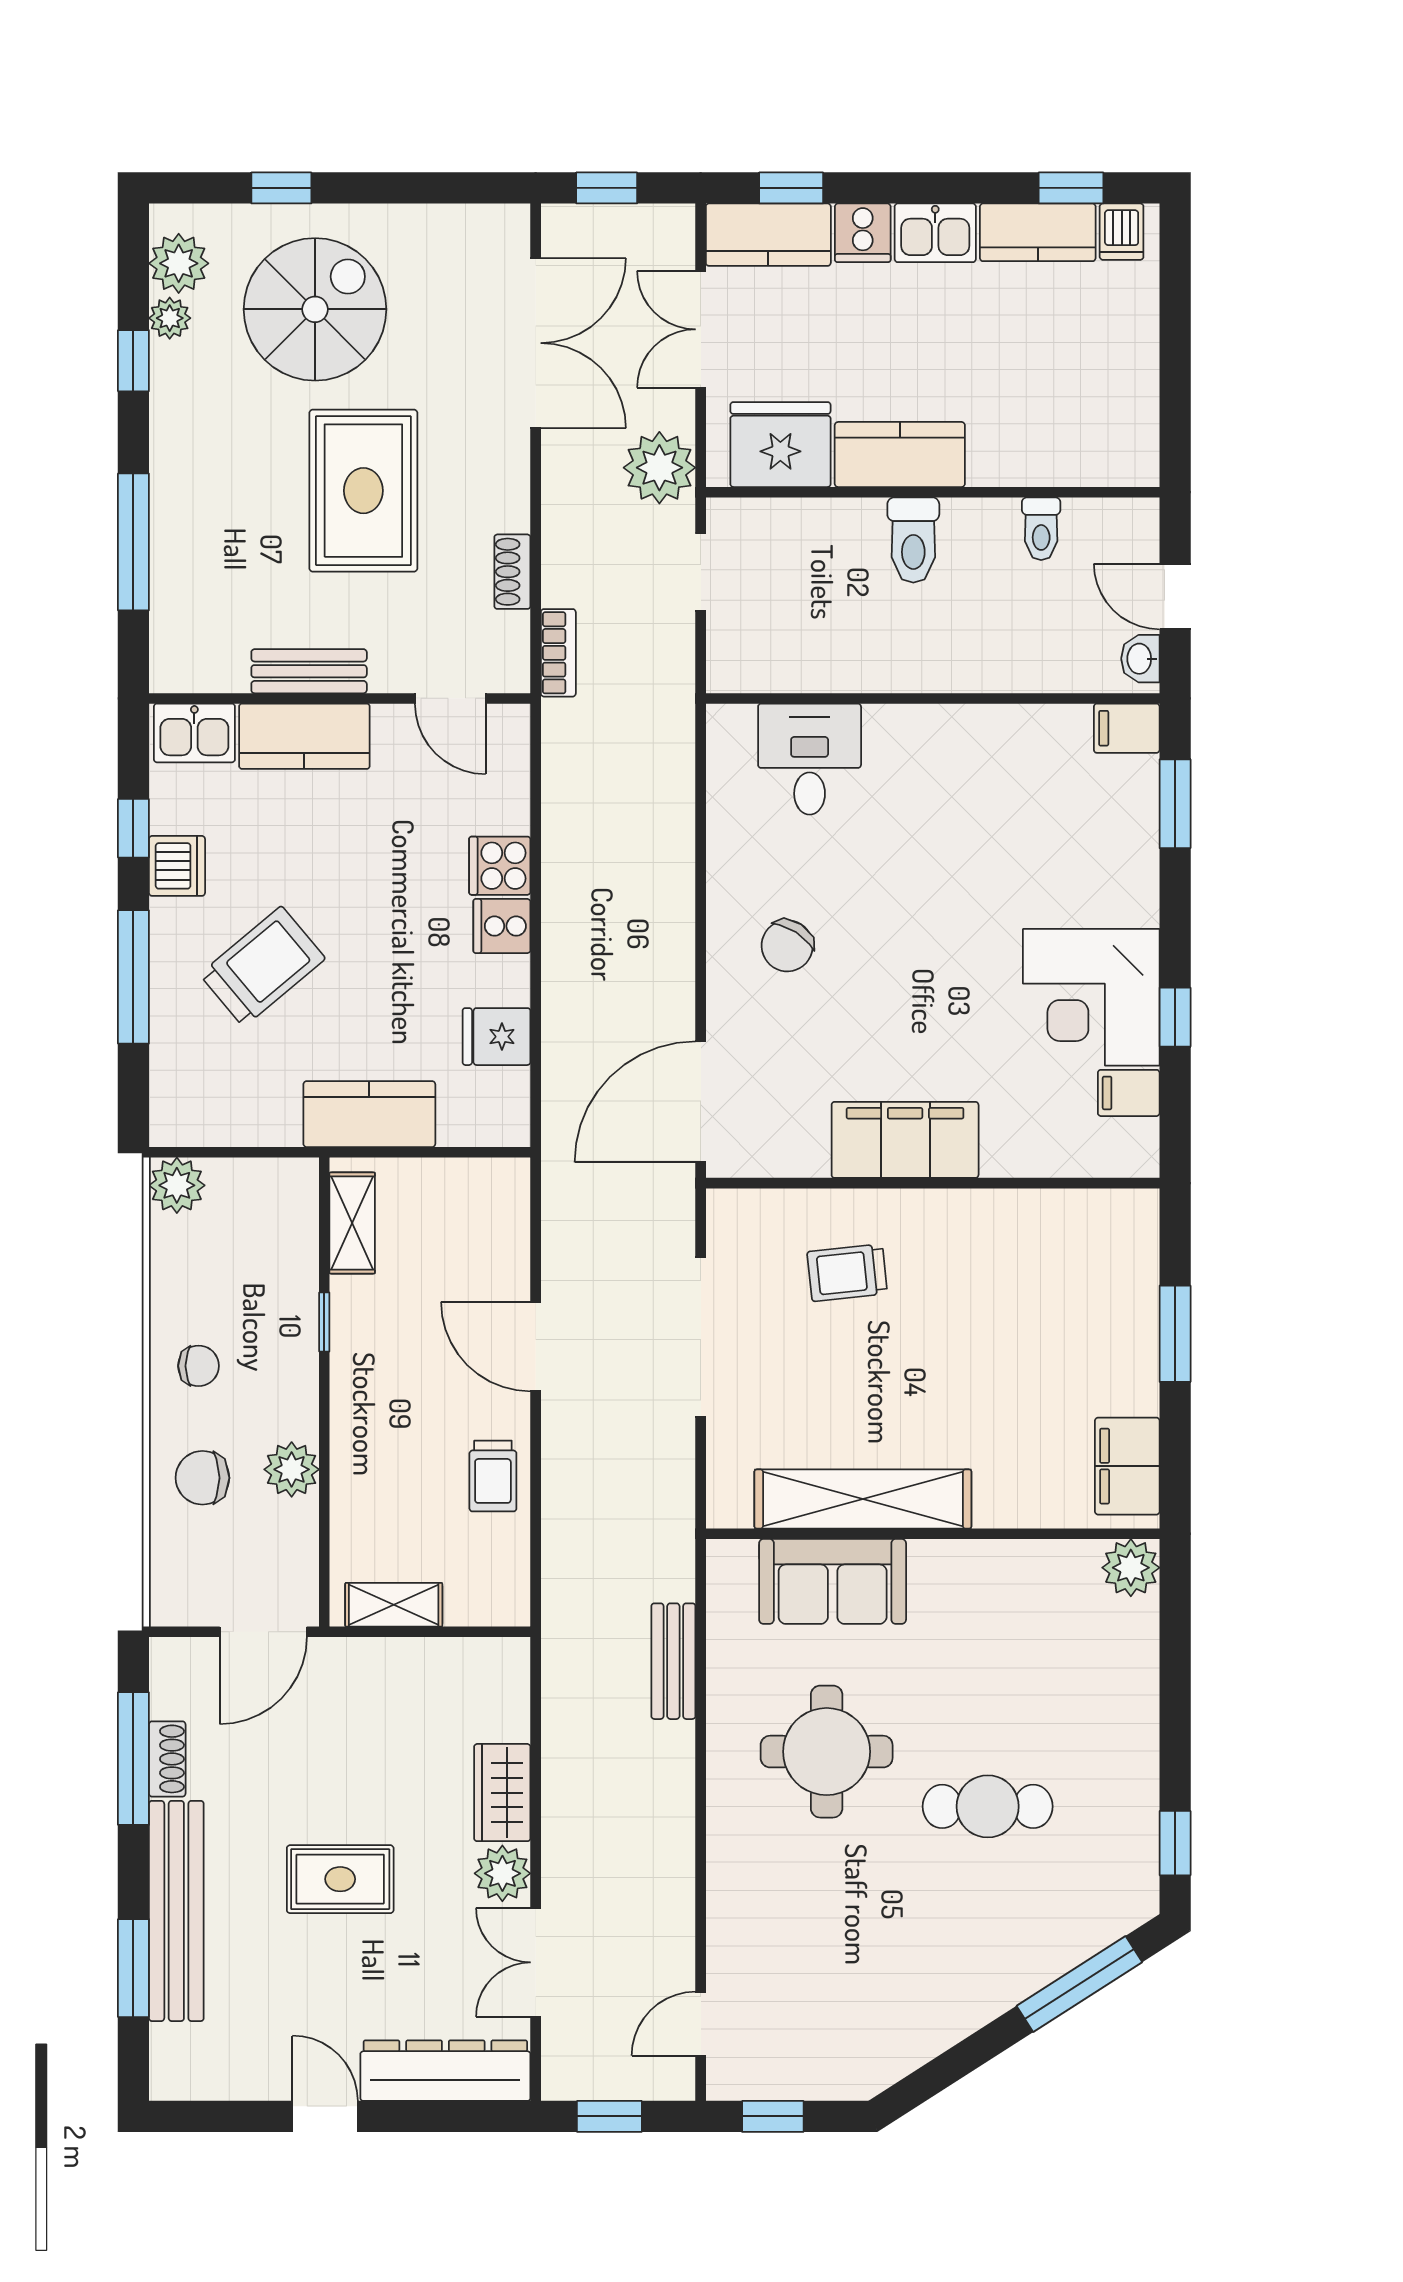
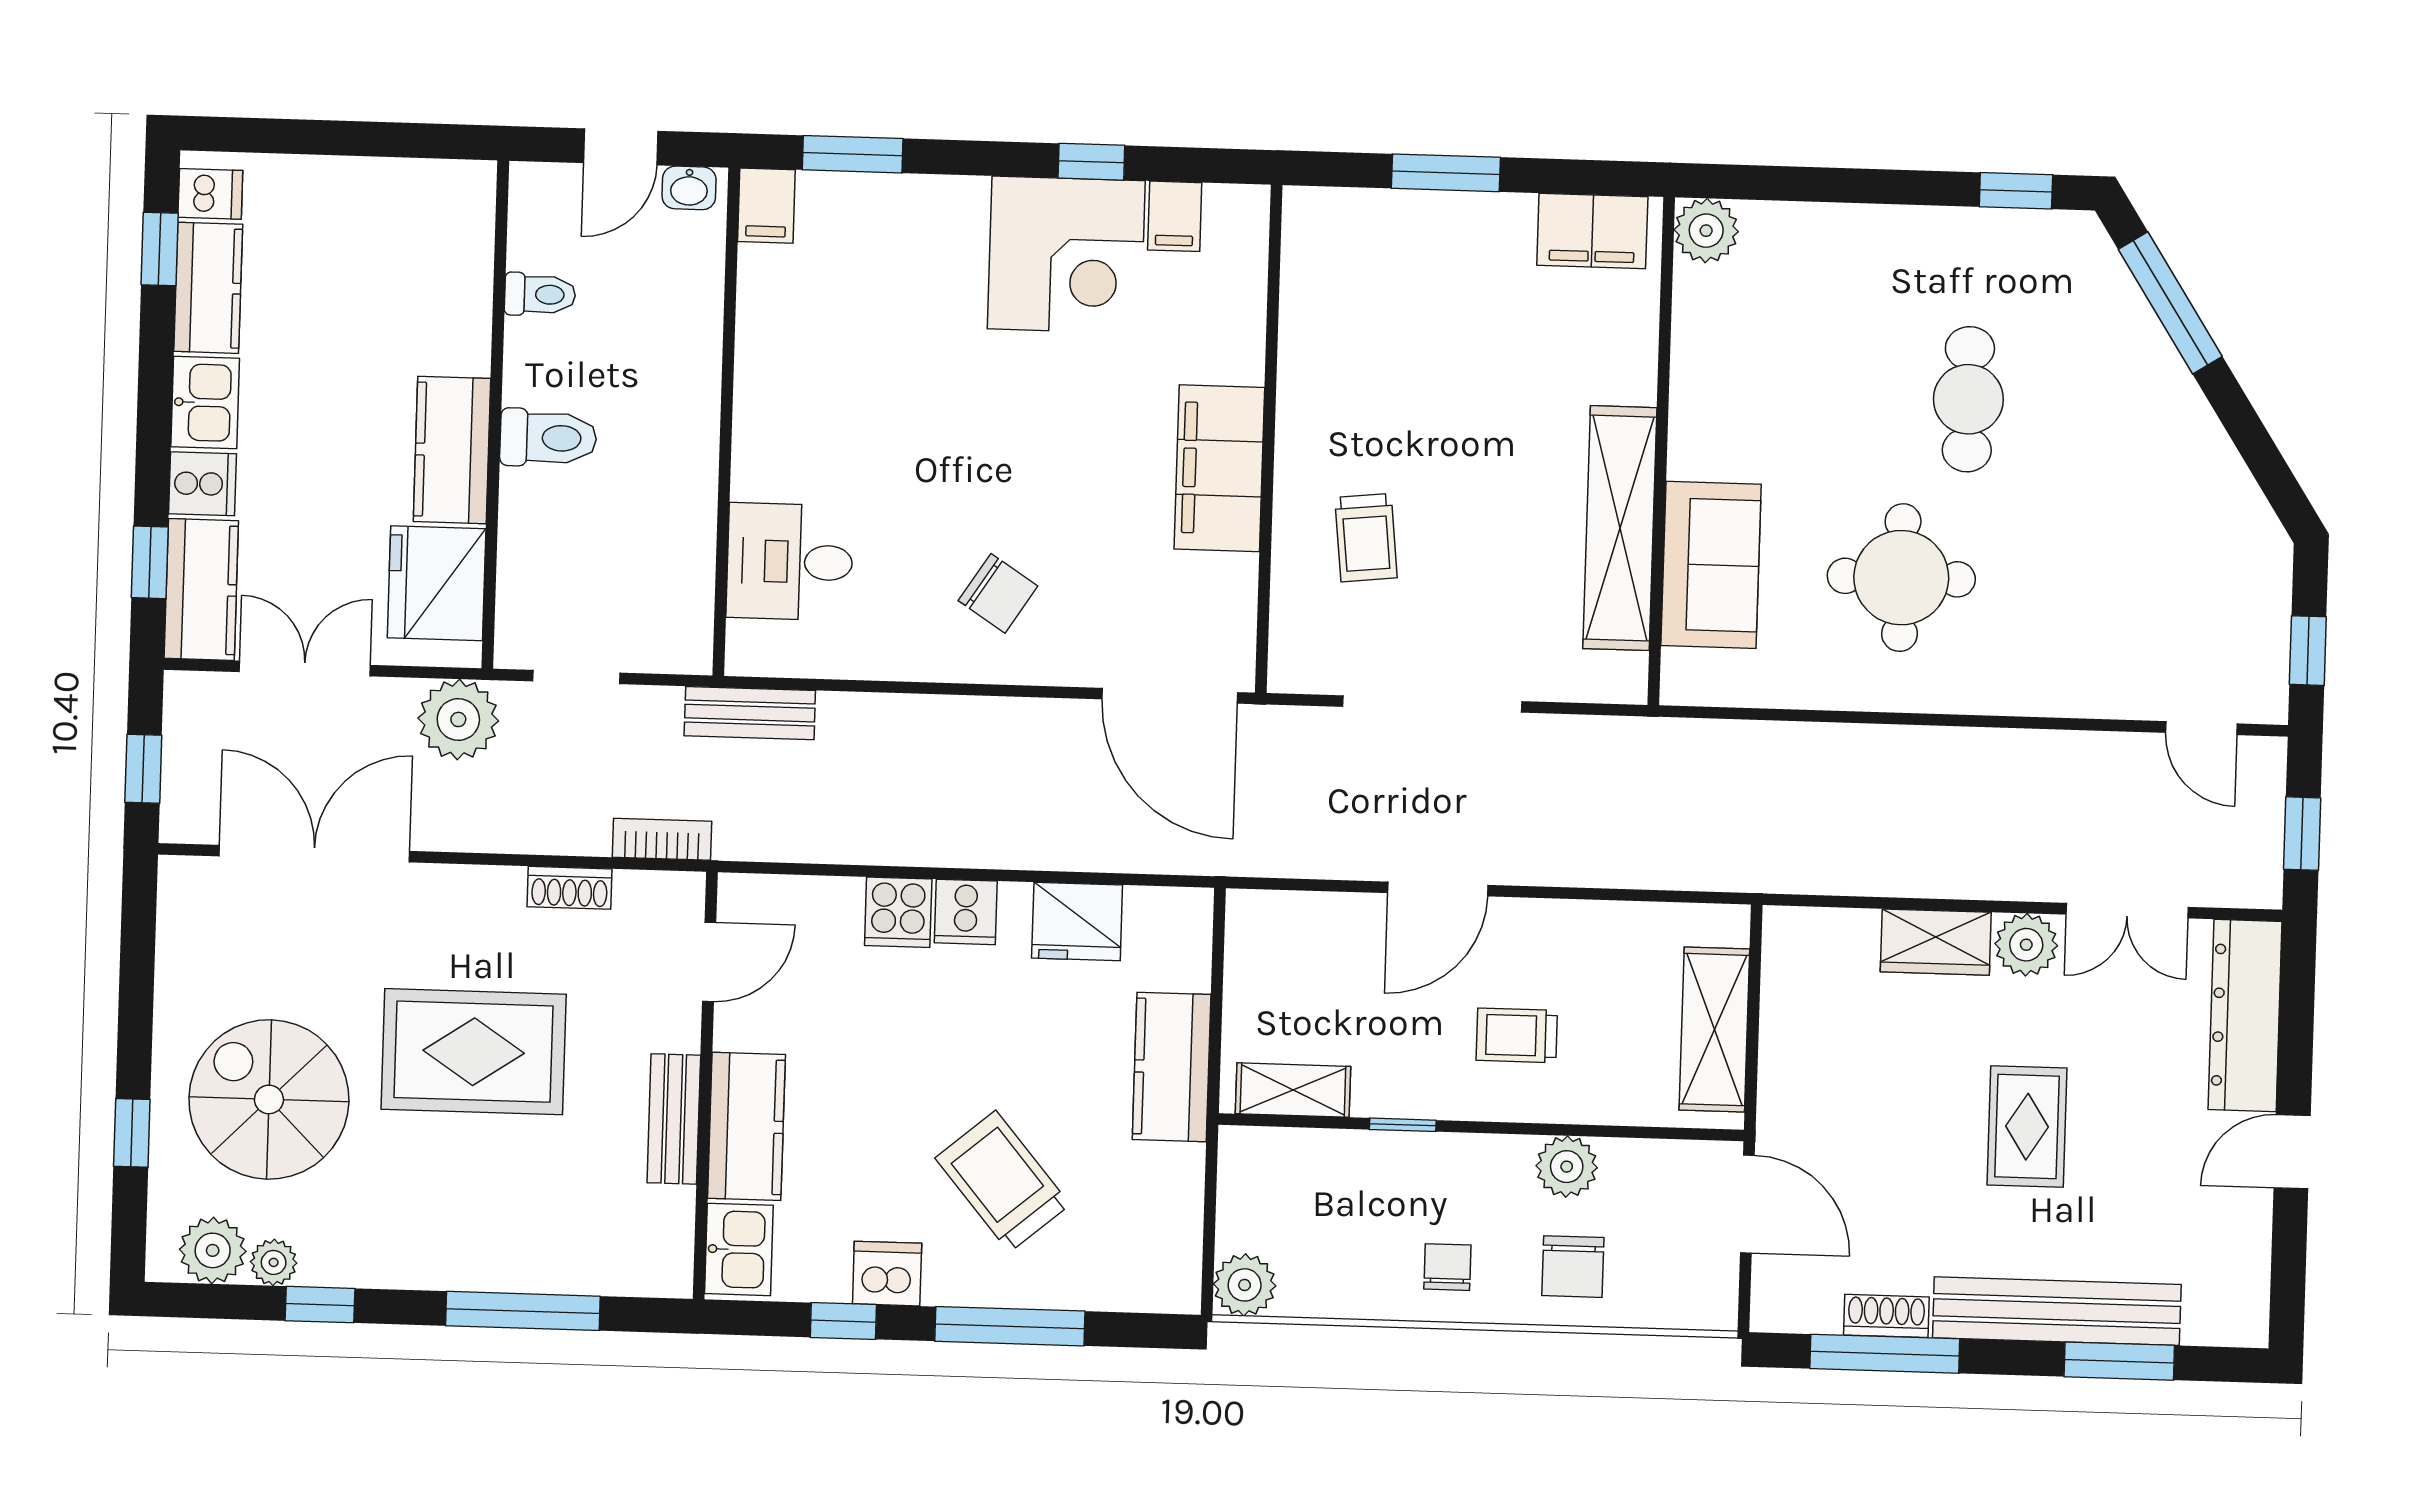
double door: (701, 329) -> (305, 669), swing flipped
fridge: (497, 1037) -> (1077, 922), width x1.38
trolley: (493, 1476) -> (1517, 1035), moved, turned 180
shelving: (394, 1605) -> (1714, 1030), width x1.50, depth x1.33
bench: (673, 1661) -> (750, 713), moved

